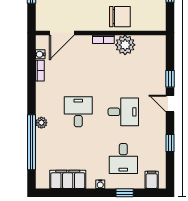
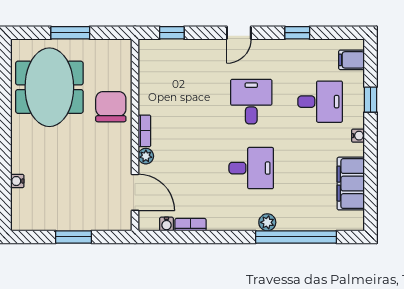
plant: (125, 45) -> (146, 156), moved, width x0.53, depth x0.53
window: (170, 79) -> (172, 33), moved
desk: (78, 112) -> (251, 168), turned 180

